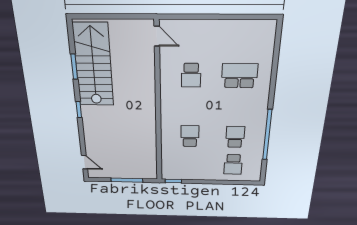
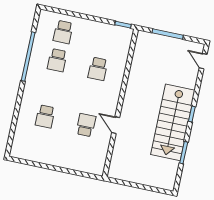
door: (157, 36) -> (116, 125), moved
stairs: (93, 65) -> (173, 122), moved
school desk: (240, 76) -> (45, 116), width x0.54
school desk: (233, 164) -> (63, 32), turned 180

